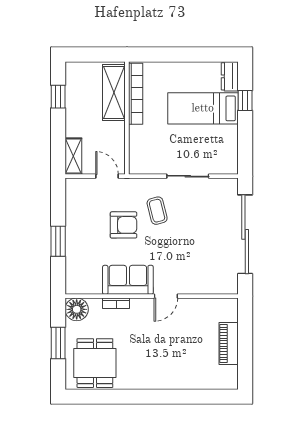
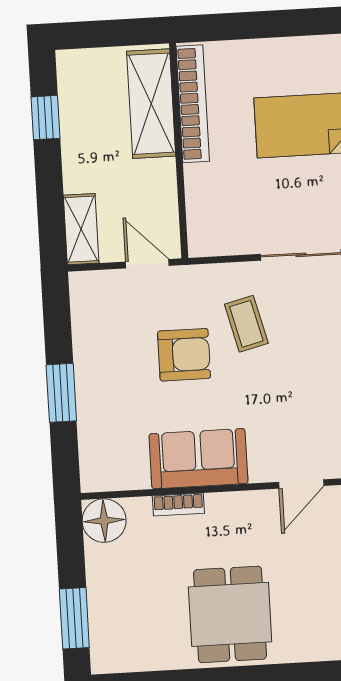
door: (166, 296) -> (301, 484), moved
window: (58, 343) -> (74, 618), moved
dining table: (95, 363) -> (230, 614), moved

